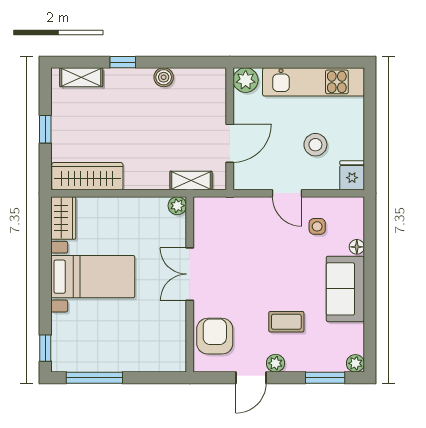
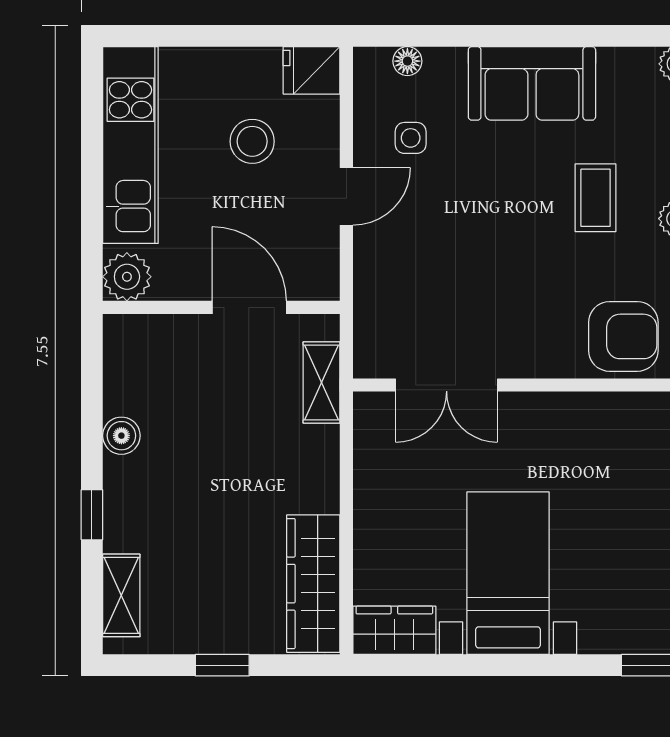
plant: (177, 206) -> (370, 409), removed
floor lamp: (357, 247) -> (407, 61), moved
double door: (190, 274) -> (447, 385), moved
armchair: (215, 336) -> (623, 336), turned 180

